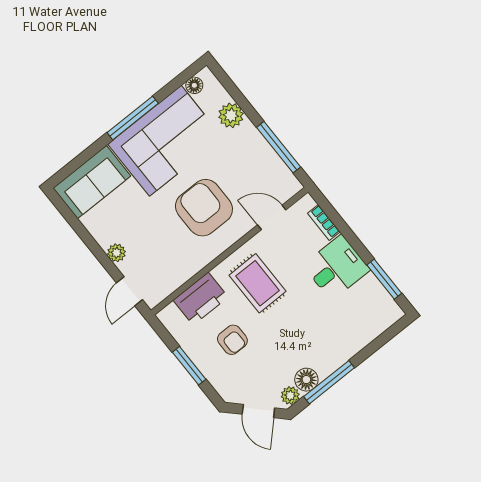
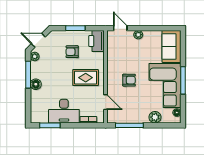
armchair: (204, 208) -> (129, 80), width x0.53, depth x0.53
door: (272, 217) -> (106, 102), hinge flipped
desk: (336, 268) -> (64, 111), width x1.37
printer: (201, 299) -> (97, 41), moved
floor lamp: (306, 380) -> (36, 84), moved

